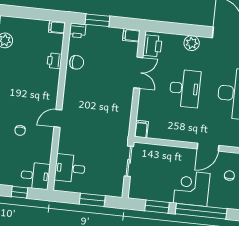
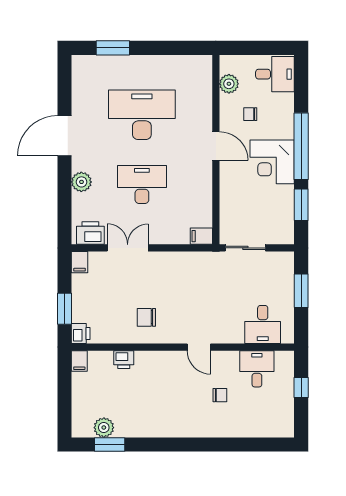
chair: (77, 62) -> (146, 317), moved, turned -90
desk: (35, 176) -> (257, 369), moved

